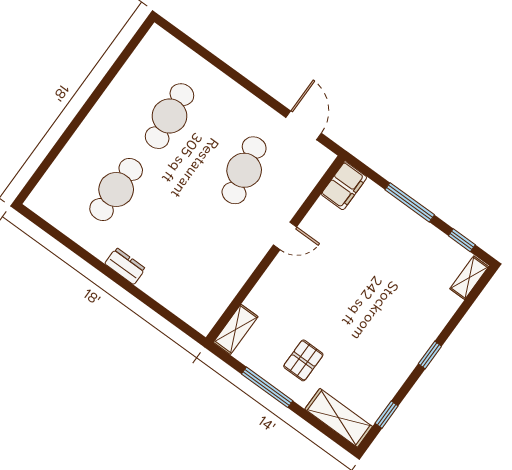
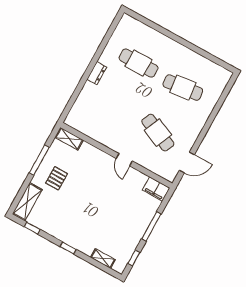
cafe table: (244, 170) -> (158, 133), turned 36
shelving: (469, 278) -> (103, 259), moved
pallet: (303, 360) -> (57, 178), turned 90

